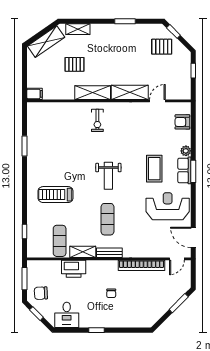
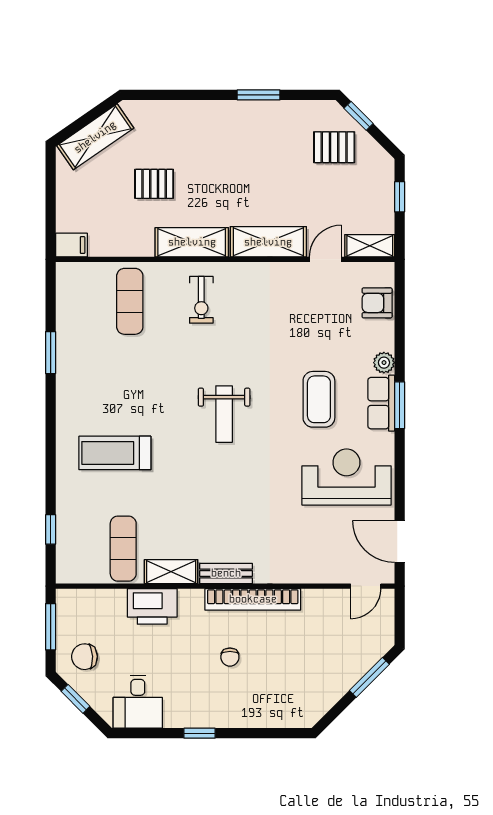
shelving: (78, 29) -> (370, 246), moved
exercise mat: (107, 219) -> (130, 301), moved
bookcase: (141, 265) -> (253, 599), moved

